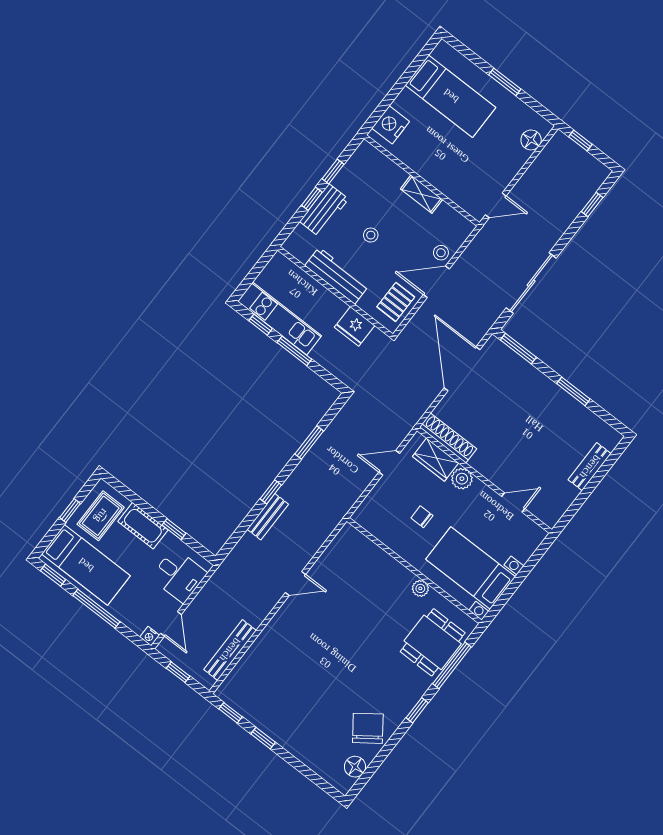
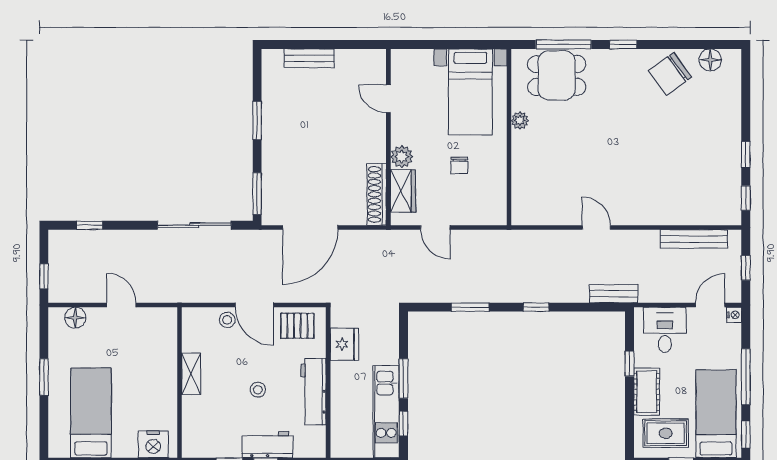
door: (496, 205) -> (121, 305), moved
bench: (268, 517) -> (614, 294), moved

